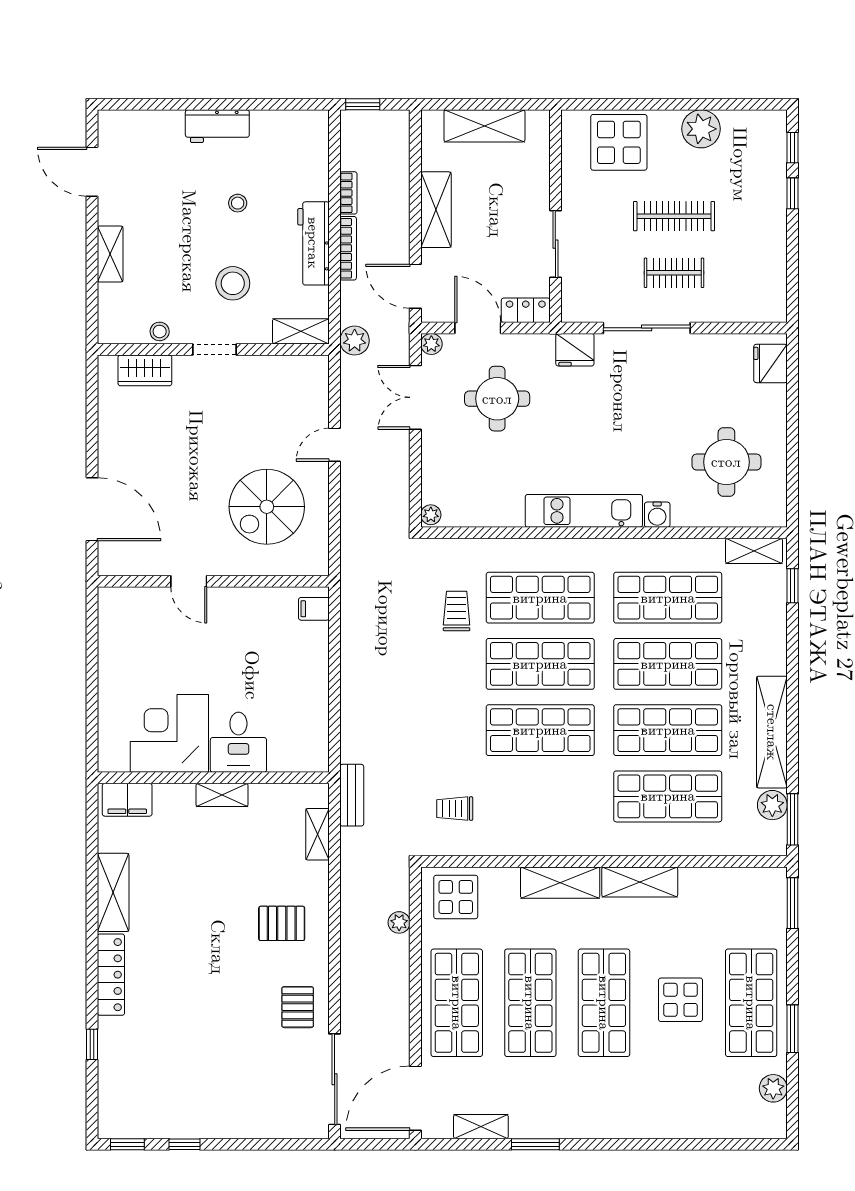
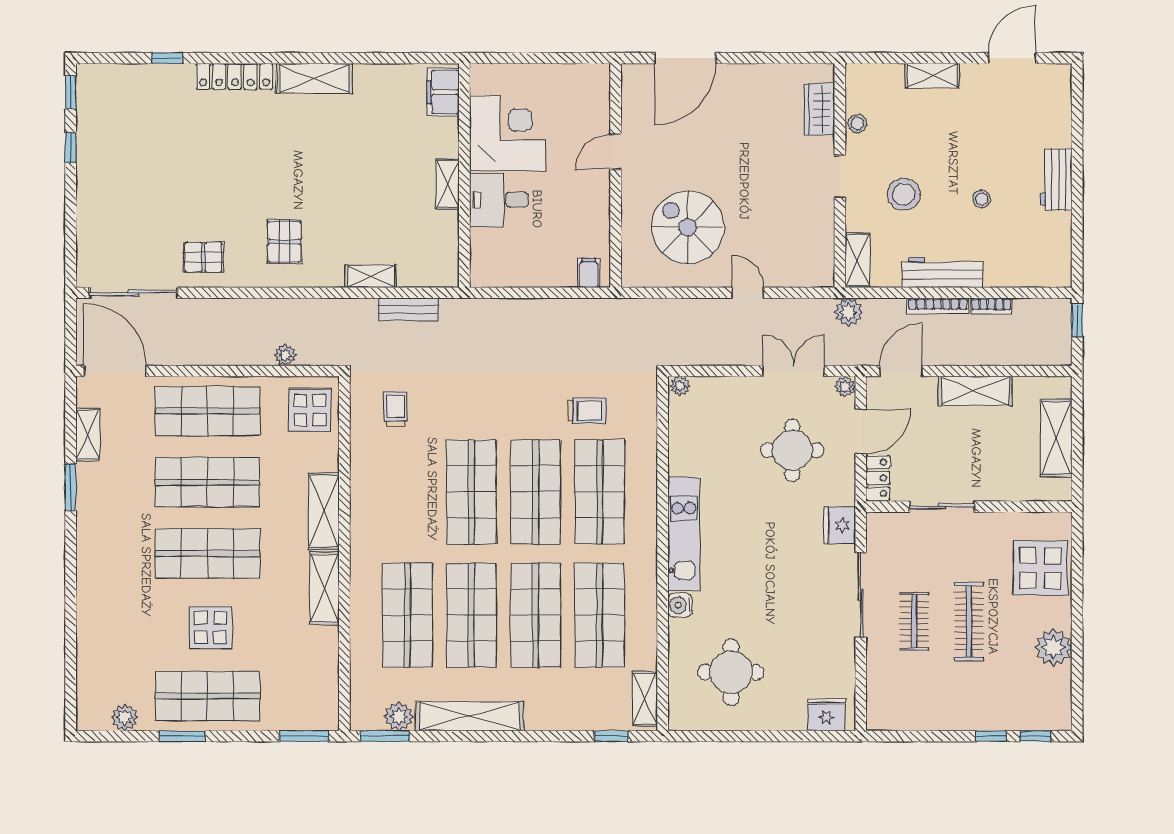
corner desk: (169, 733) -> (507, 133), moved
desk: (238, 742) -> (499, 200), moved
wall: (213, 778) -> (464, 175), moved
shelving: (222, 795) -> (448, 184), moved
filing cabinet: (127, 800) -> (443, 92), moved

